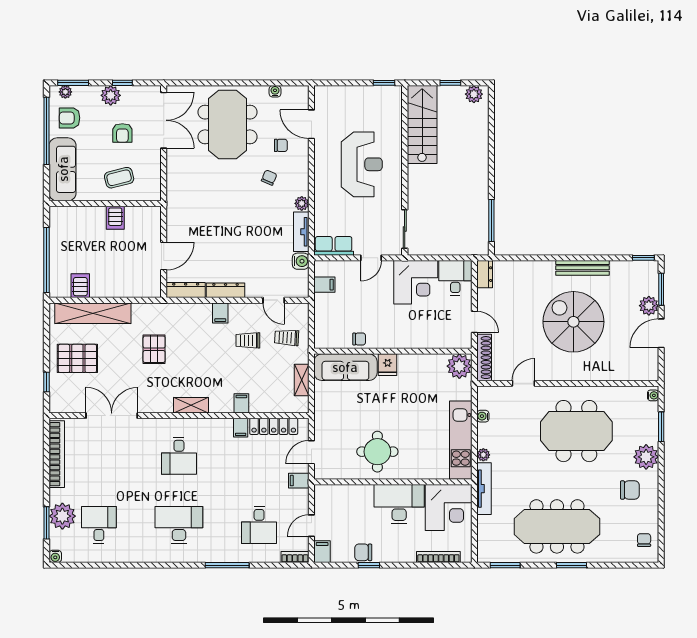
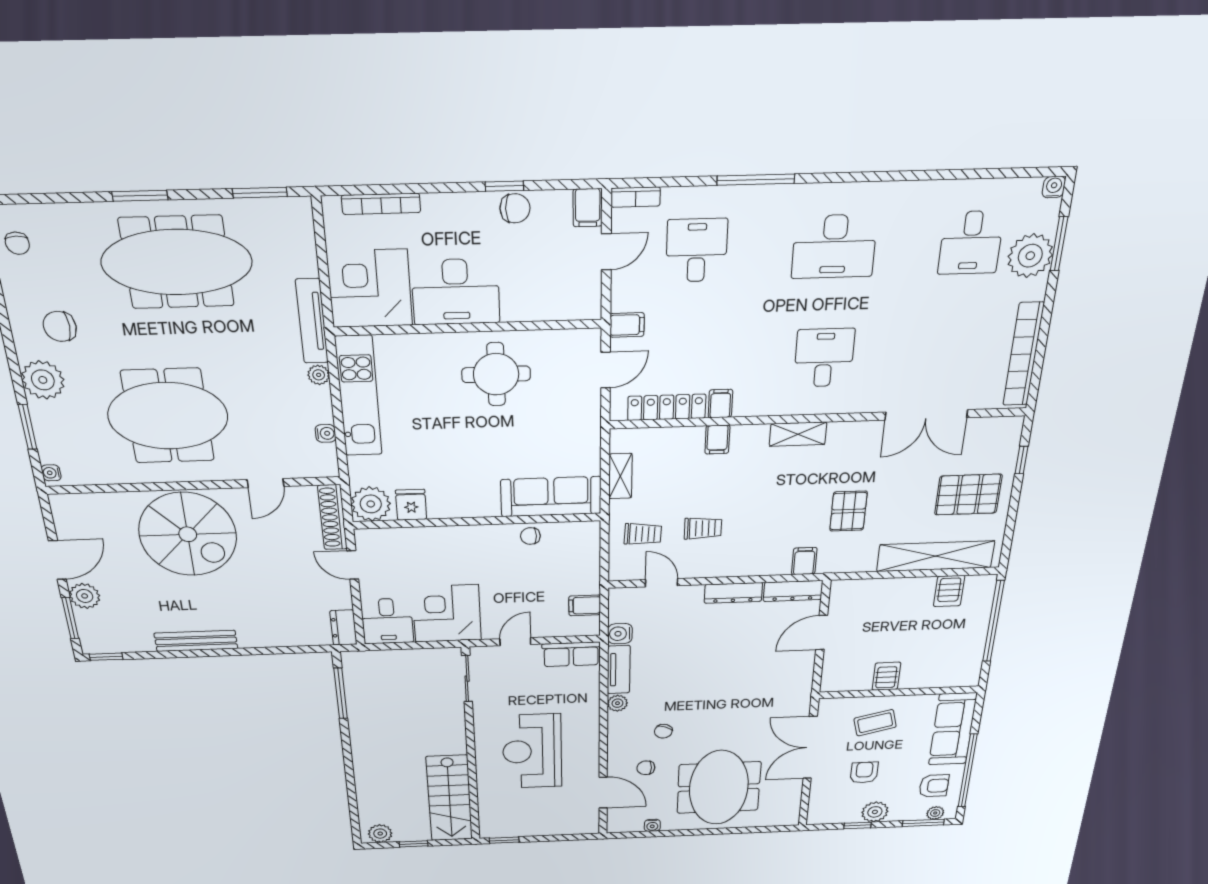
double door: (164, 120) -> (810, 748), moved
filing cabinet: (220, 313) -> (804, 561), moved
spiral stairs: (573, 322) -> (188, 534), moved
fridge: (388, 365) -> (411, 505), moved

